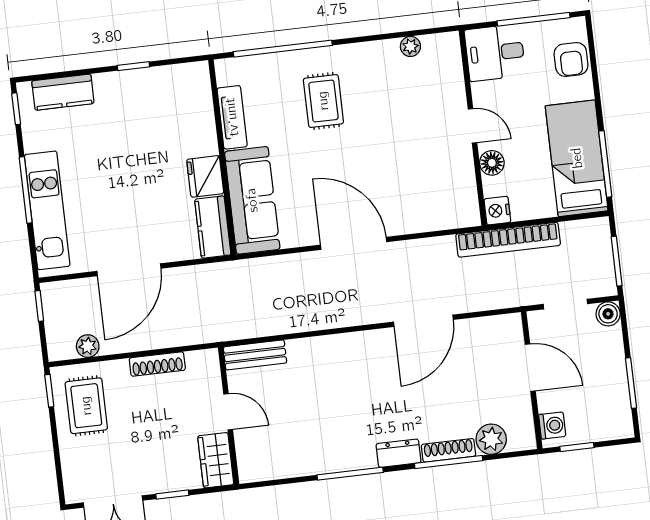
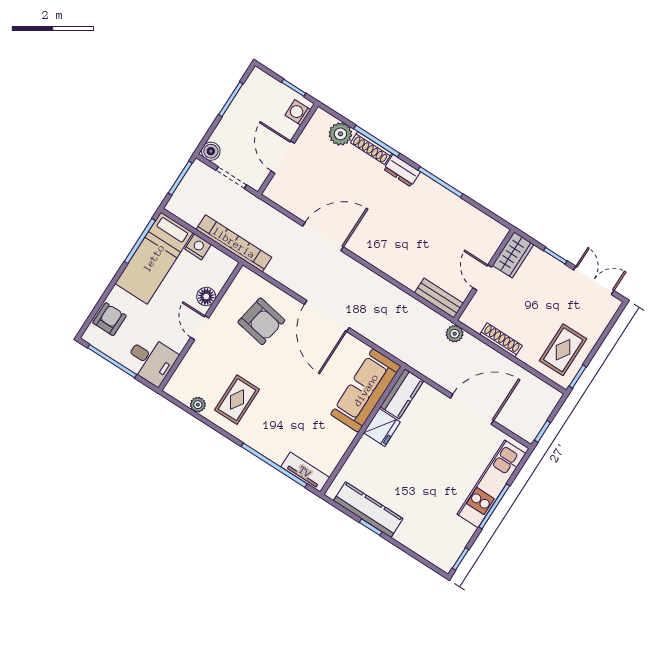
kitchen counter: (63, 92) -> (368, 510), moved, width x1.50
rug: (323, 101) -> (237, 400), moved
tv unit: (232, 117) -> (305, 472), moved, turned 90
armchair: (415, 184) -> (261, 321), added
nightstand: (497, 211) -> (198, 247), moved, turned -90
plant: (88, 346) -> (455, 334), moved

